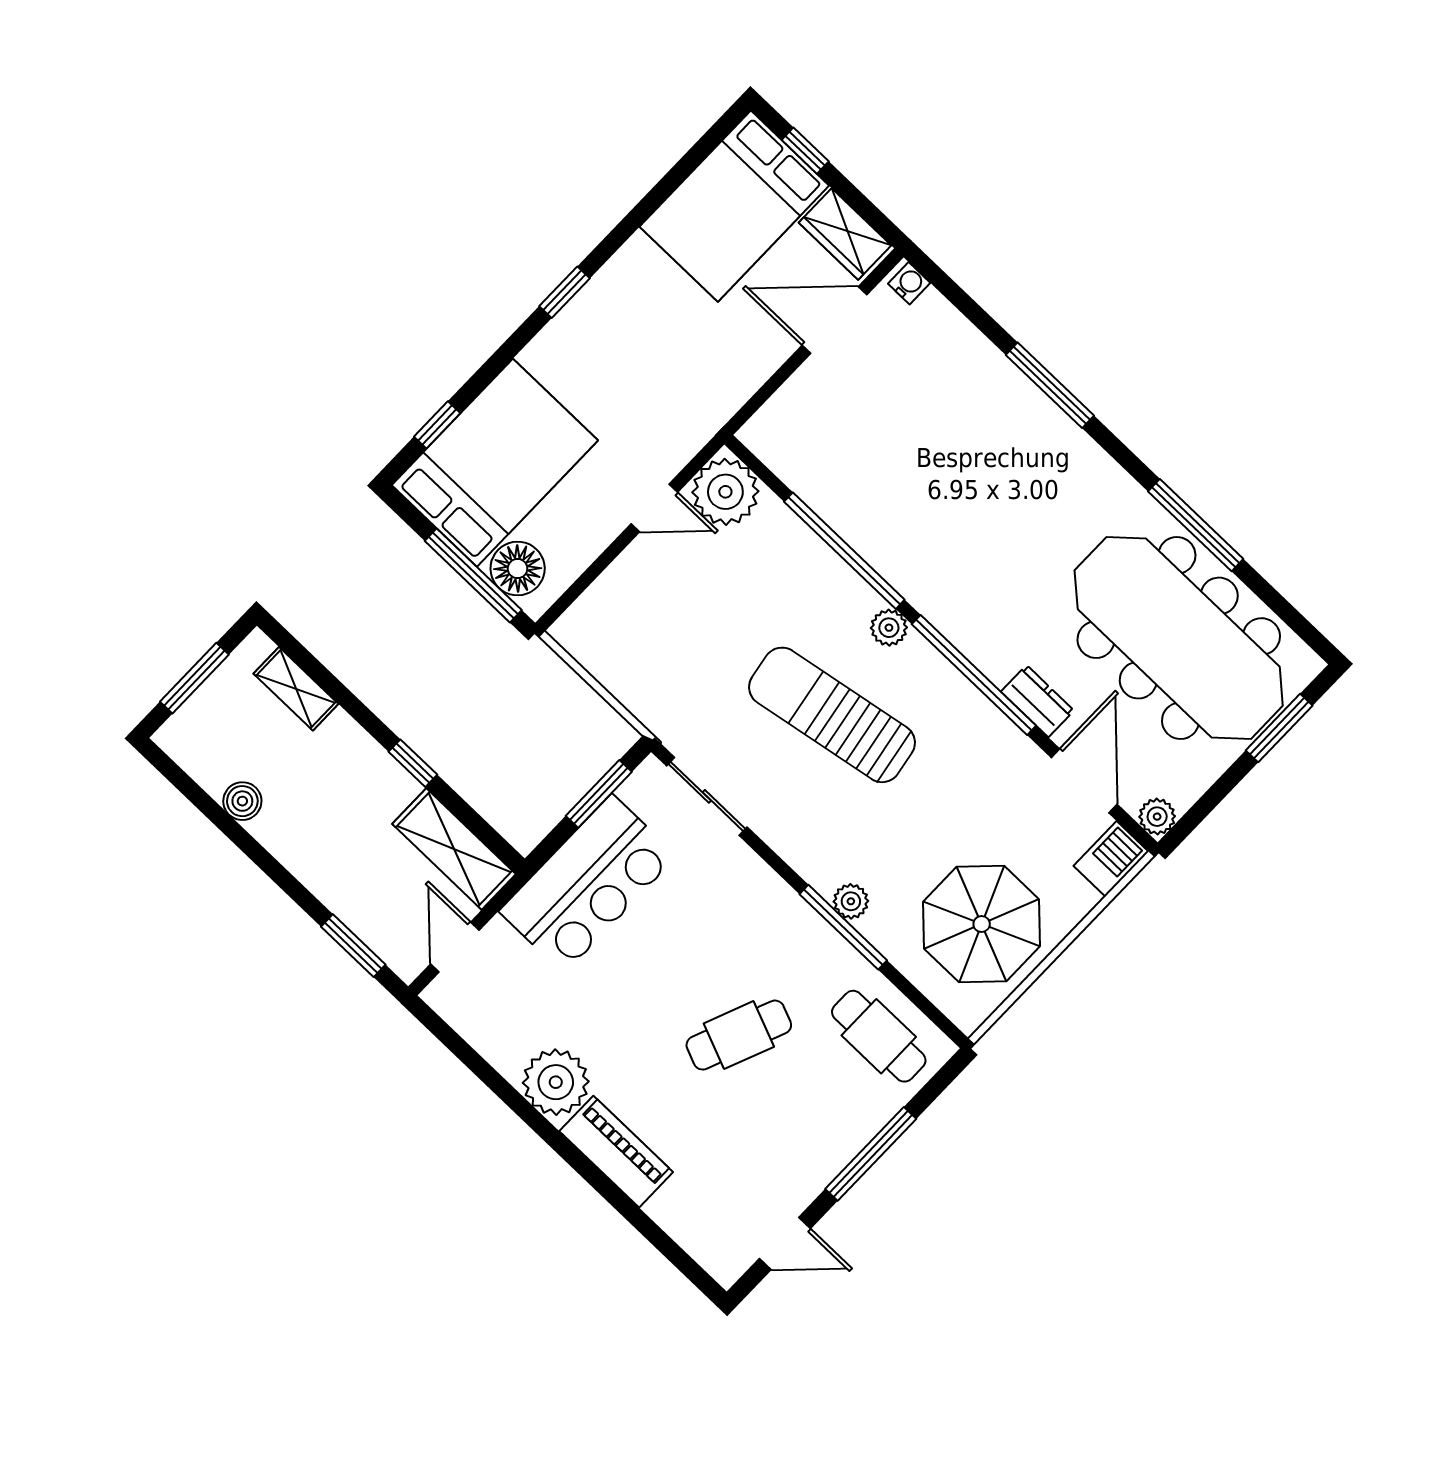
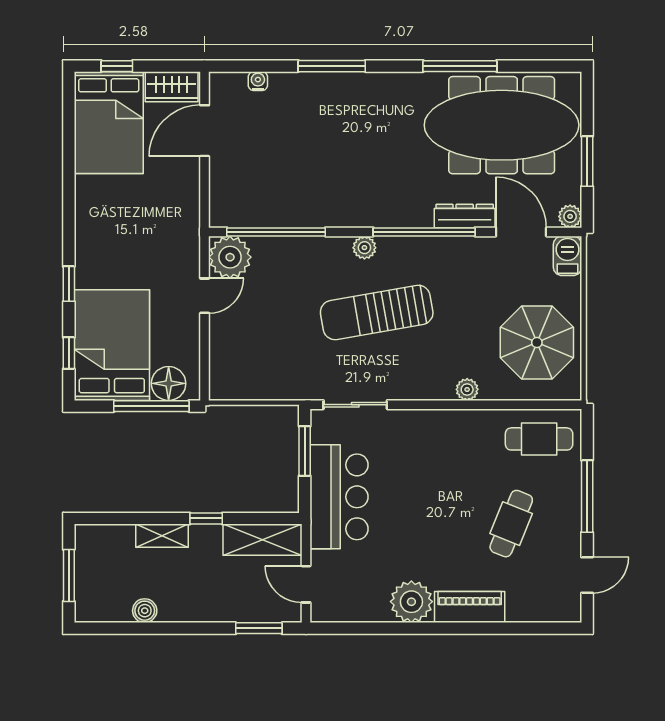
water cooler: (909, 283) -> (258, 81), moved
window: (564, 292) -> (69, 284), moved
window: (844, 551) -> (276, 232), moved
shelving: (296, 689) -> (162, 536), moved
dresser: (1037, 701) -> (465, 216), width x1.44
window: (1279, 728) -> (587, 161), moved
window: (843, 927) -> (475, 405), removed
cafe table: (739, 1035) -> (511, 524), moved

